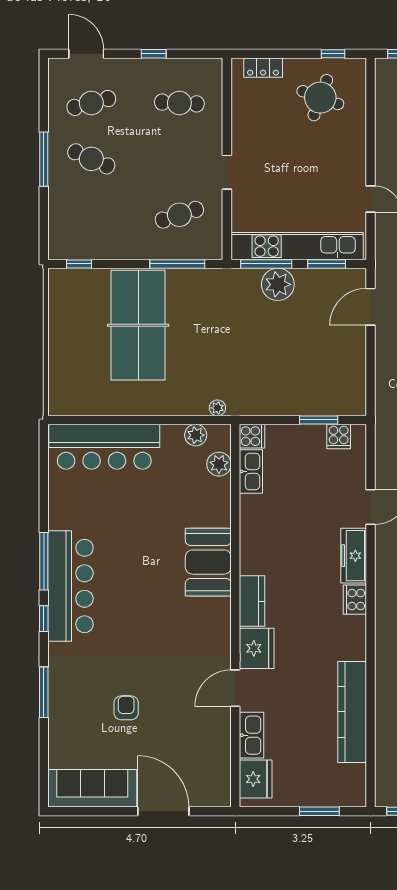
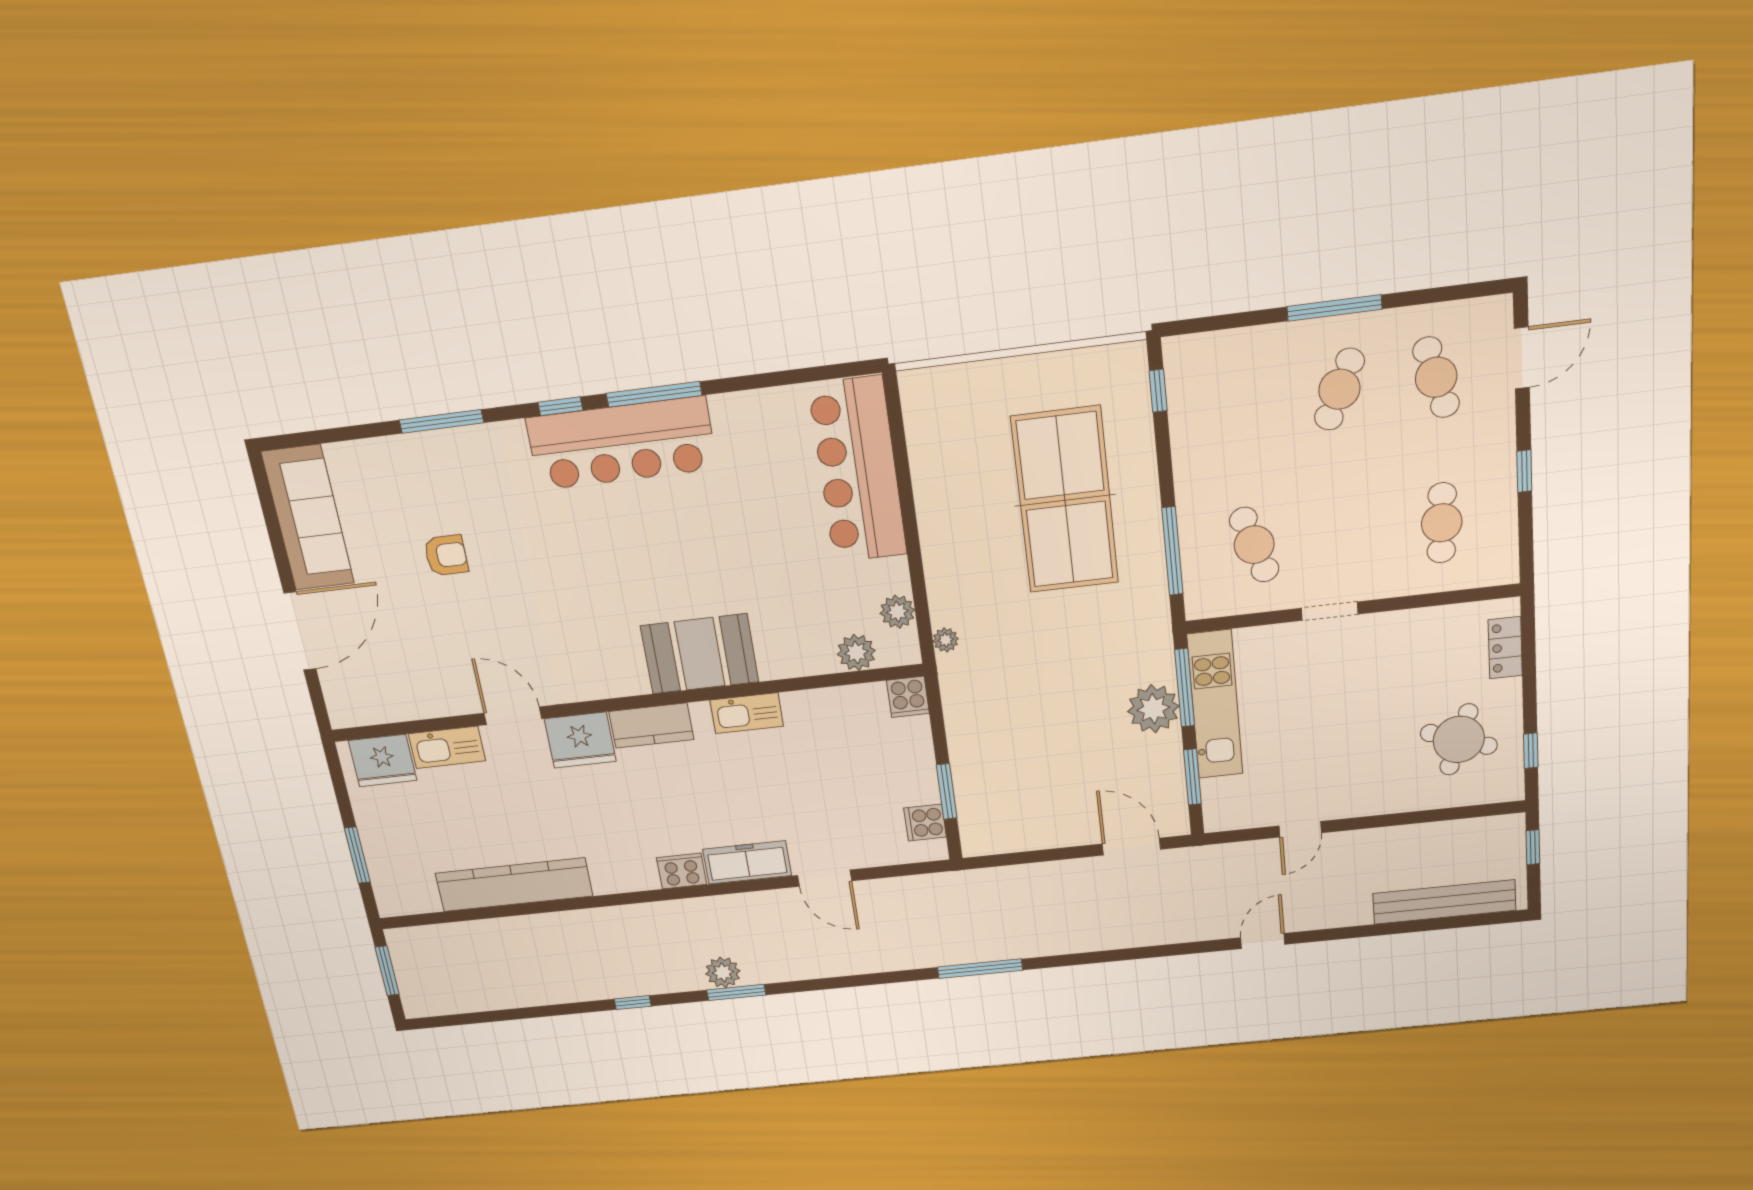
kitchen unit: (297, 246) -> (1215, 705), width x0.73
table tennis table: (138, 325) -> (1065, 500), turned 90
kitchen sink: (251, 472) -> (747, 713), moved

